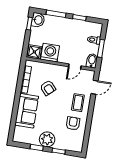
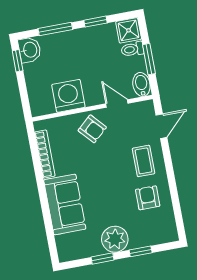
shower: (34, 52) -> (129, 30), moved
door: (75, 66) -> (117, 104), swing flipped
armchair: (48, 88) -> (92, 129), moved

